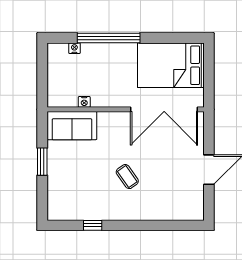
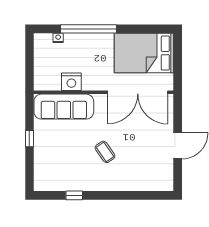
nightstand: (84, 102) -> (71, 82), width x1.89, depth x1.79
sofa: (72, 126) -> (64, 107), width x1.36
window: (42, 162) -> (29, 139), width x0.67

